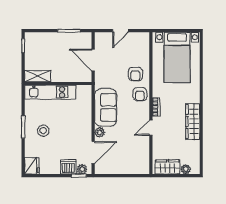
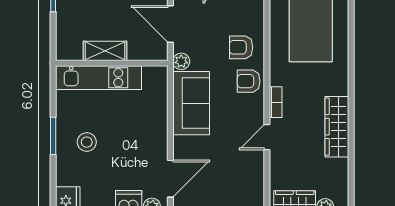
armchair: (135, 74) -> (241, 47), turned 90
shelving: (38, 76) -> (105, 51), moved
armchair: (140, 94) -> (249, 81), turned 91
plant: (100, 132) -> (181, 61), moved

